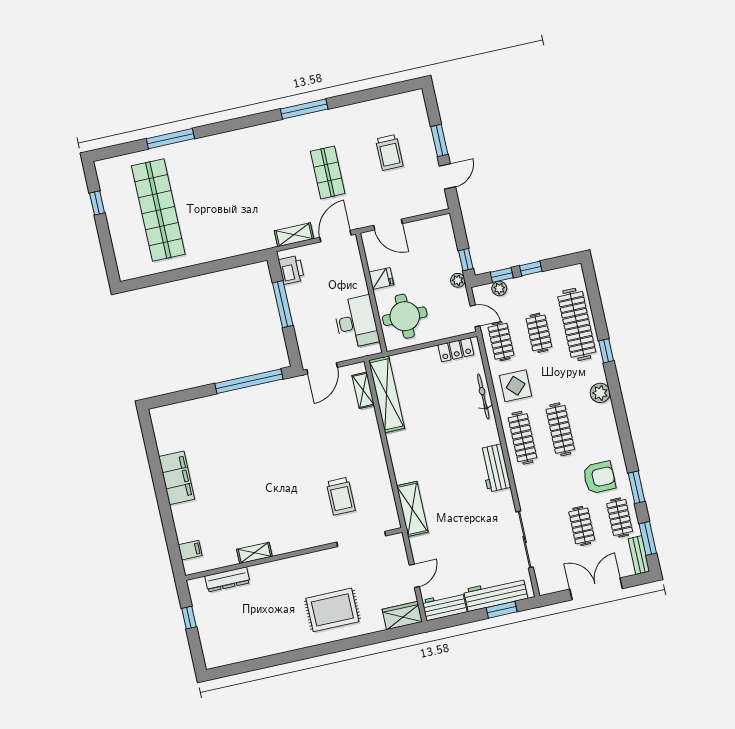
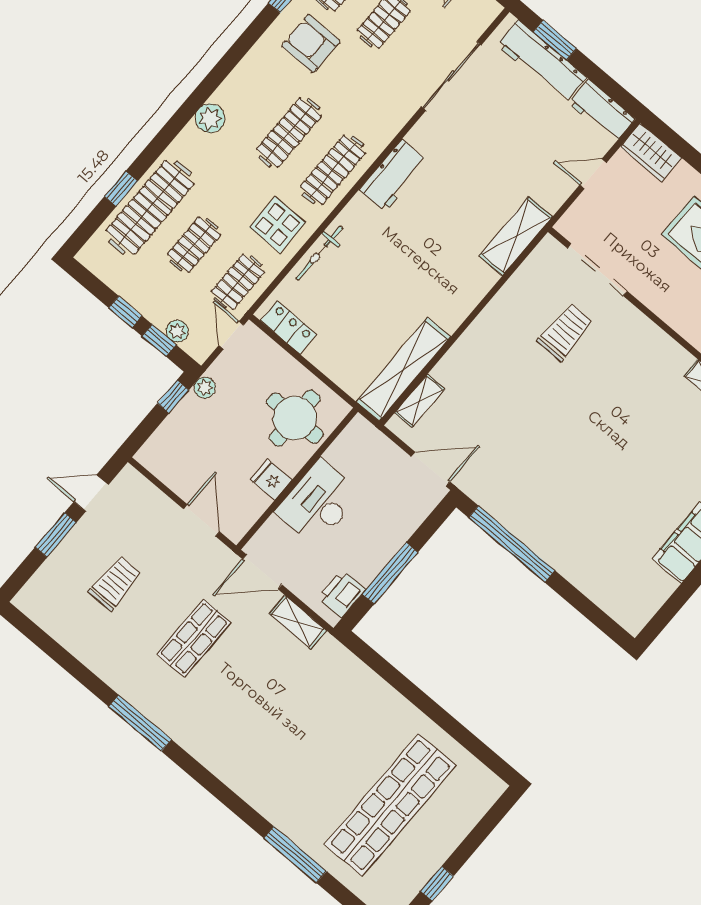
desk: (356, 322) -> (318, 503), moved
window: (606, 351) -> (121, 189), moved

